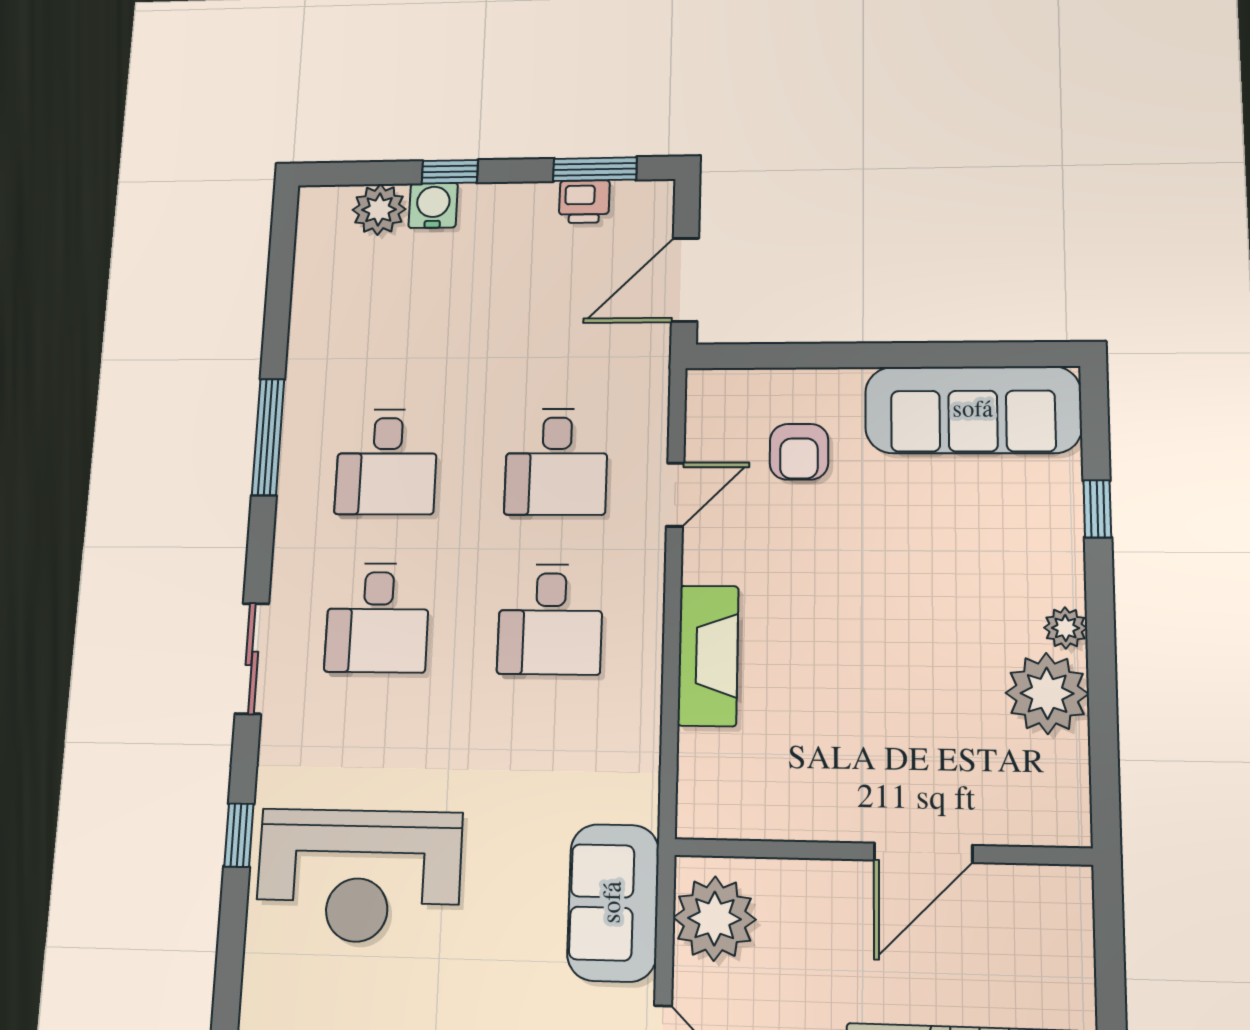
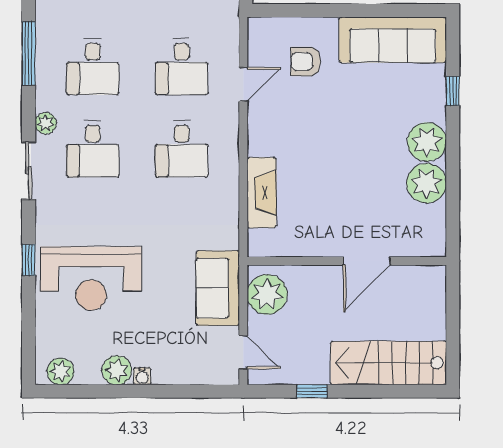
armchair: (799, 452) -> (306, 62), turned 90
plant: (291, 568) -> (46, 123), added
plant: (1065, 628) -> (427, 142), width x1.88, depth x1.88
fireplace: (708, 656) -> (262, 193), moved

